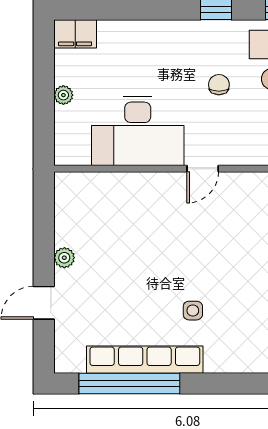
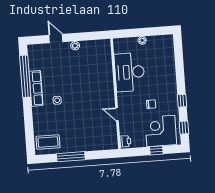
filing cabinet: (75, 34) -> (168, 43), removed
door: (203, 169) -> (117, 114), moved
row of seats: (145, 360) -> (36, 88), width x0.73

